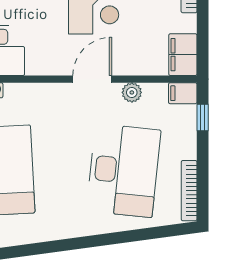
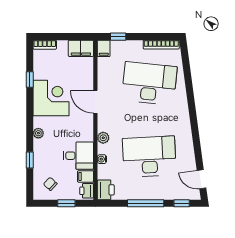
plant: (132, 92) -> (103, 138), moved

